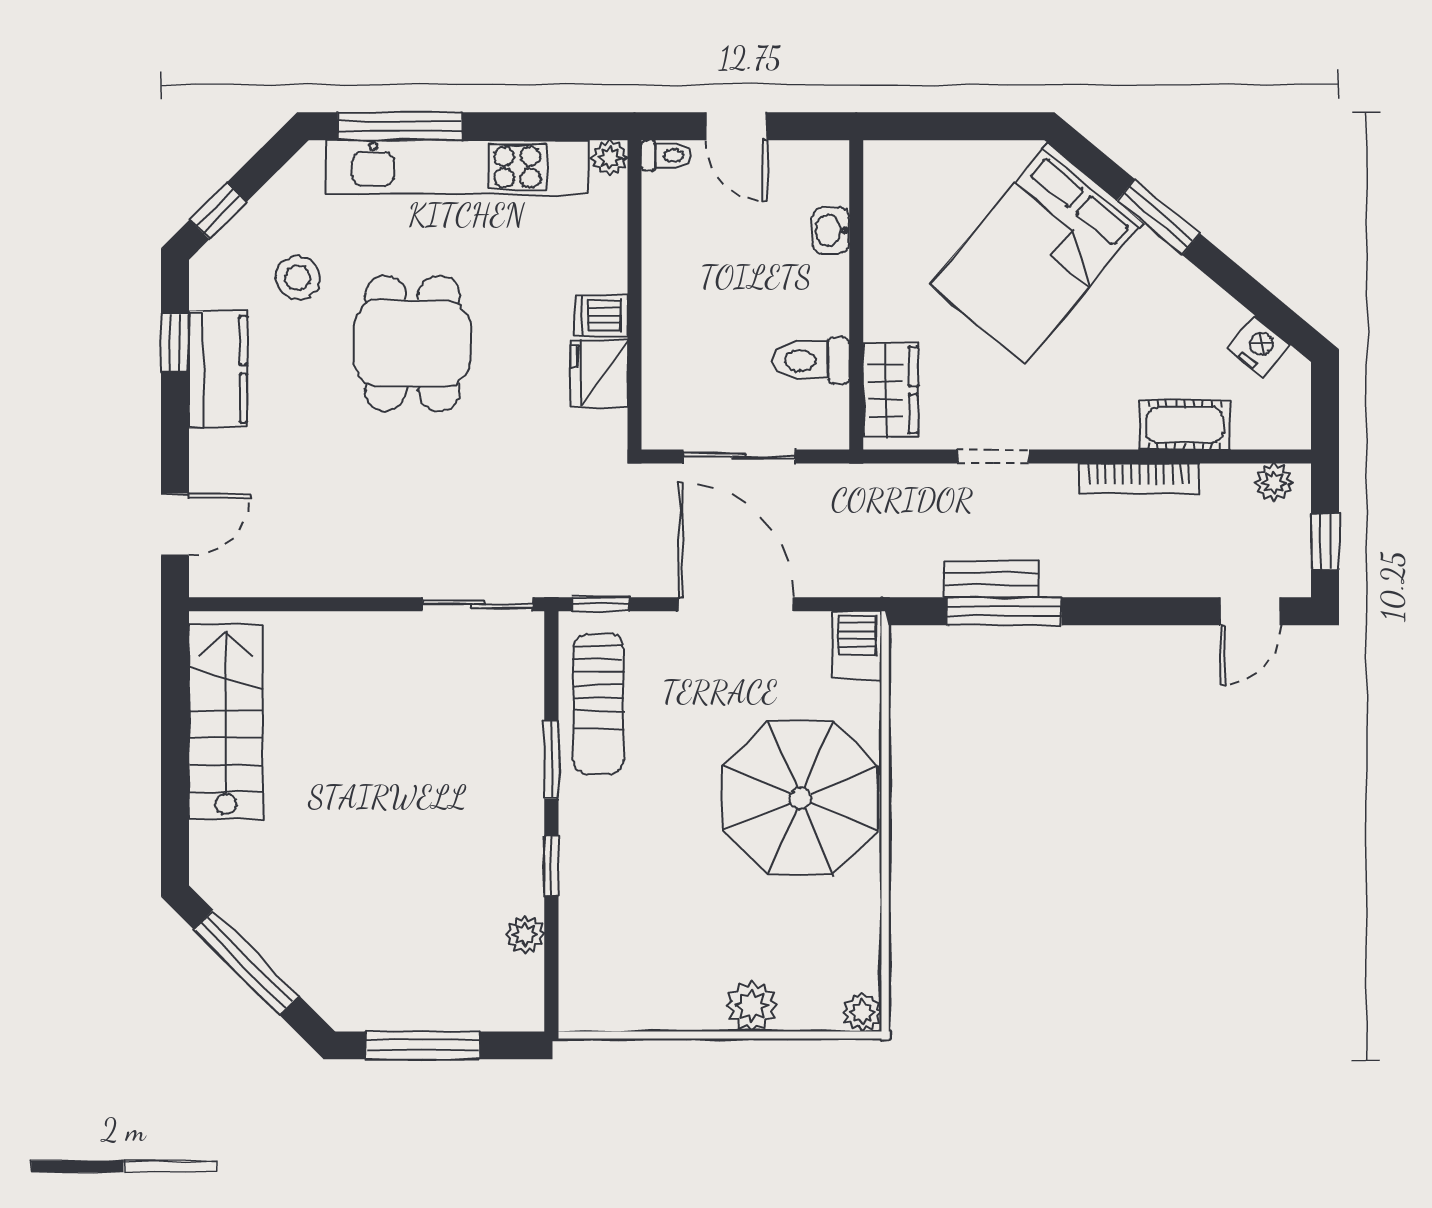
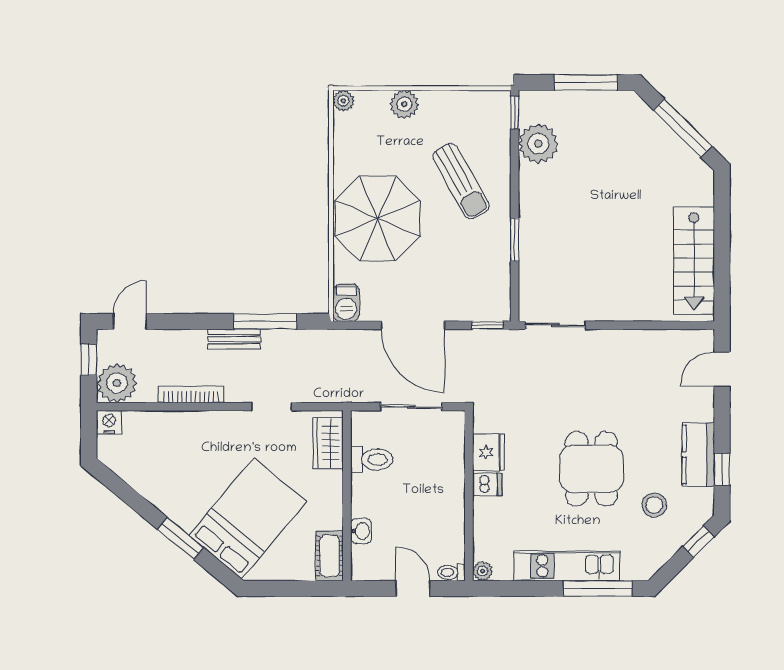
kitchen unit: (457, 167) -> (567, 566), width x0.73
nightstand: (1259, 346) -> (109, 422), moved, turned 140
cot: (1185, 425) -> (329, 556), moved, turned 90
plant: (1274, 482) -> (117, 383), width x1.87, depth x1.87
bench: (991, 579) -> (234, 339), moved
sun lounger: (598, 704) -> (461, 181), moved, turned 151
window: (551, 866) -> (515, 113), moved
plant: (525, 934) -> (538, 144), width x1.88, depth x1.88

